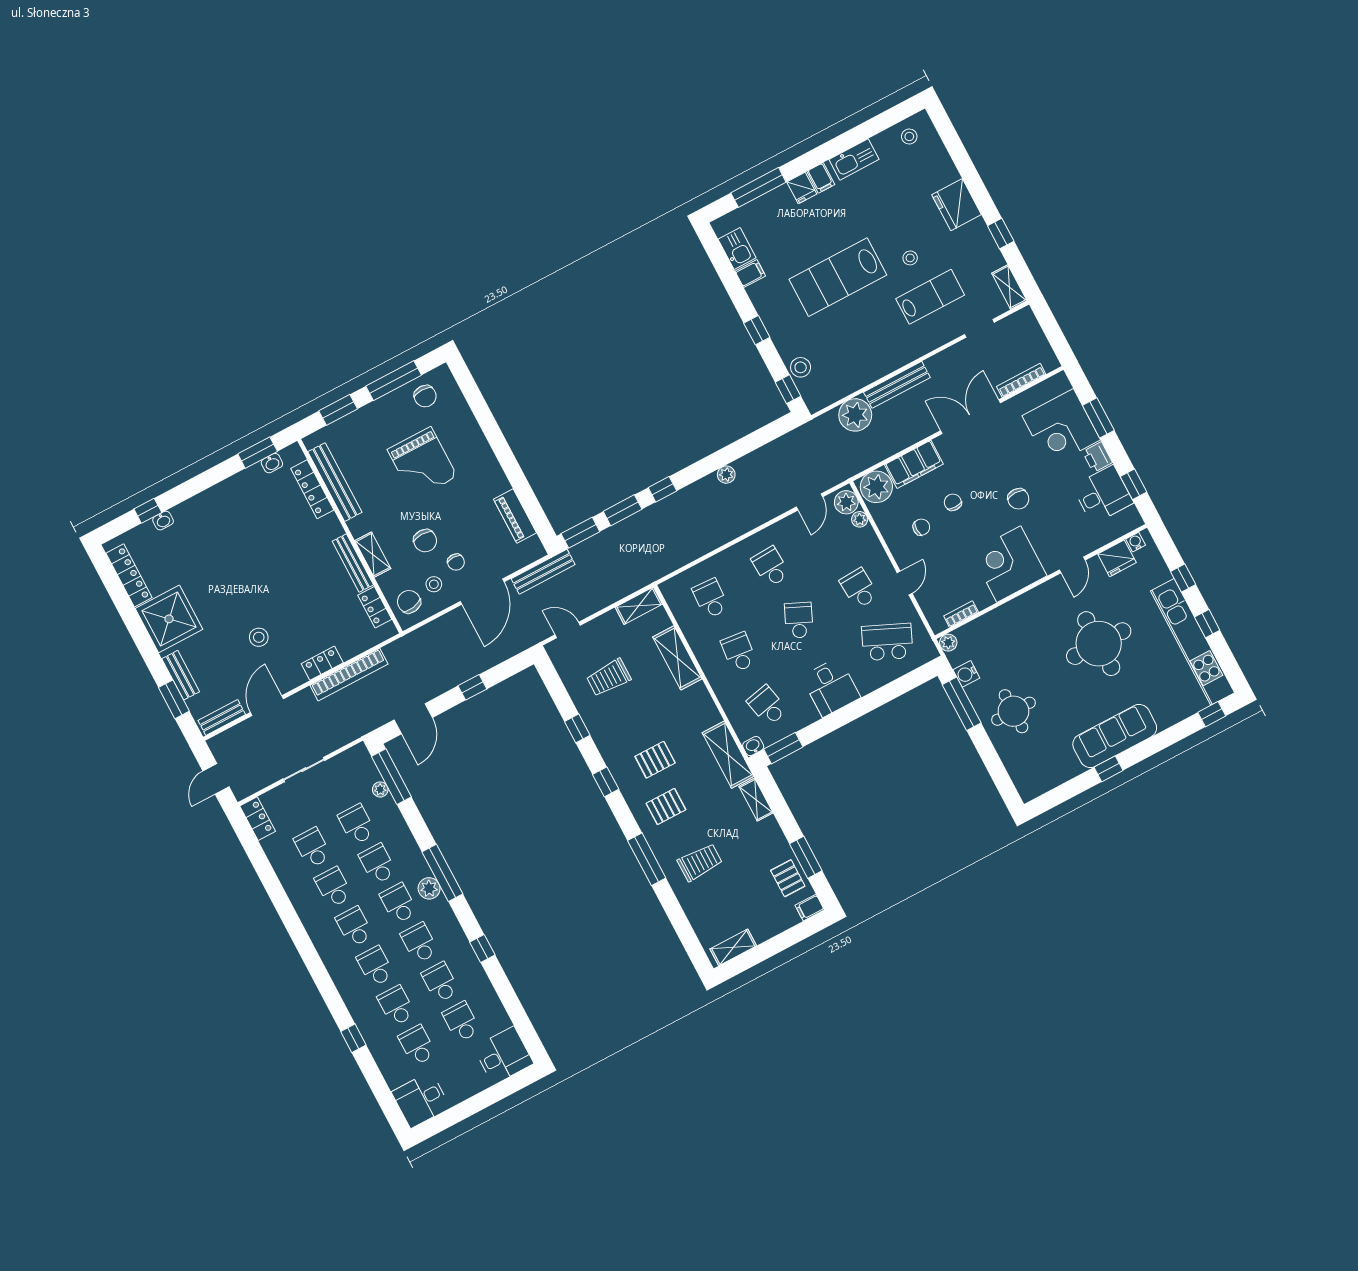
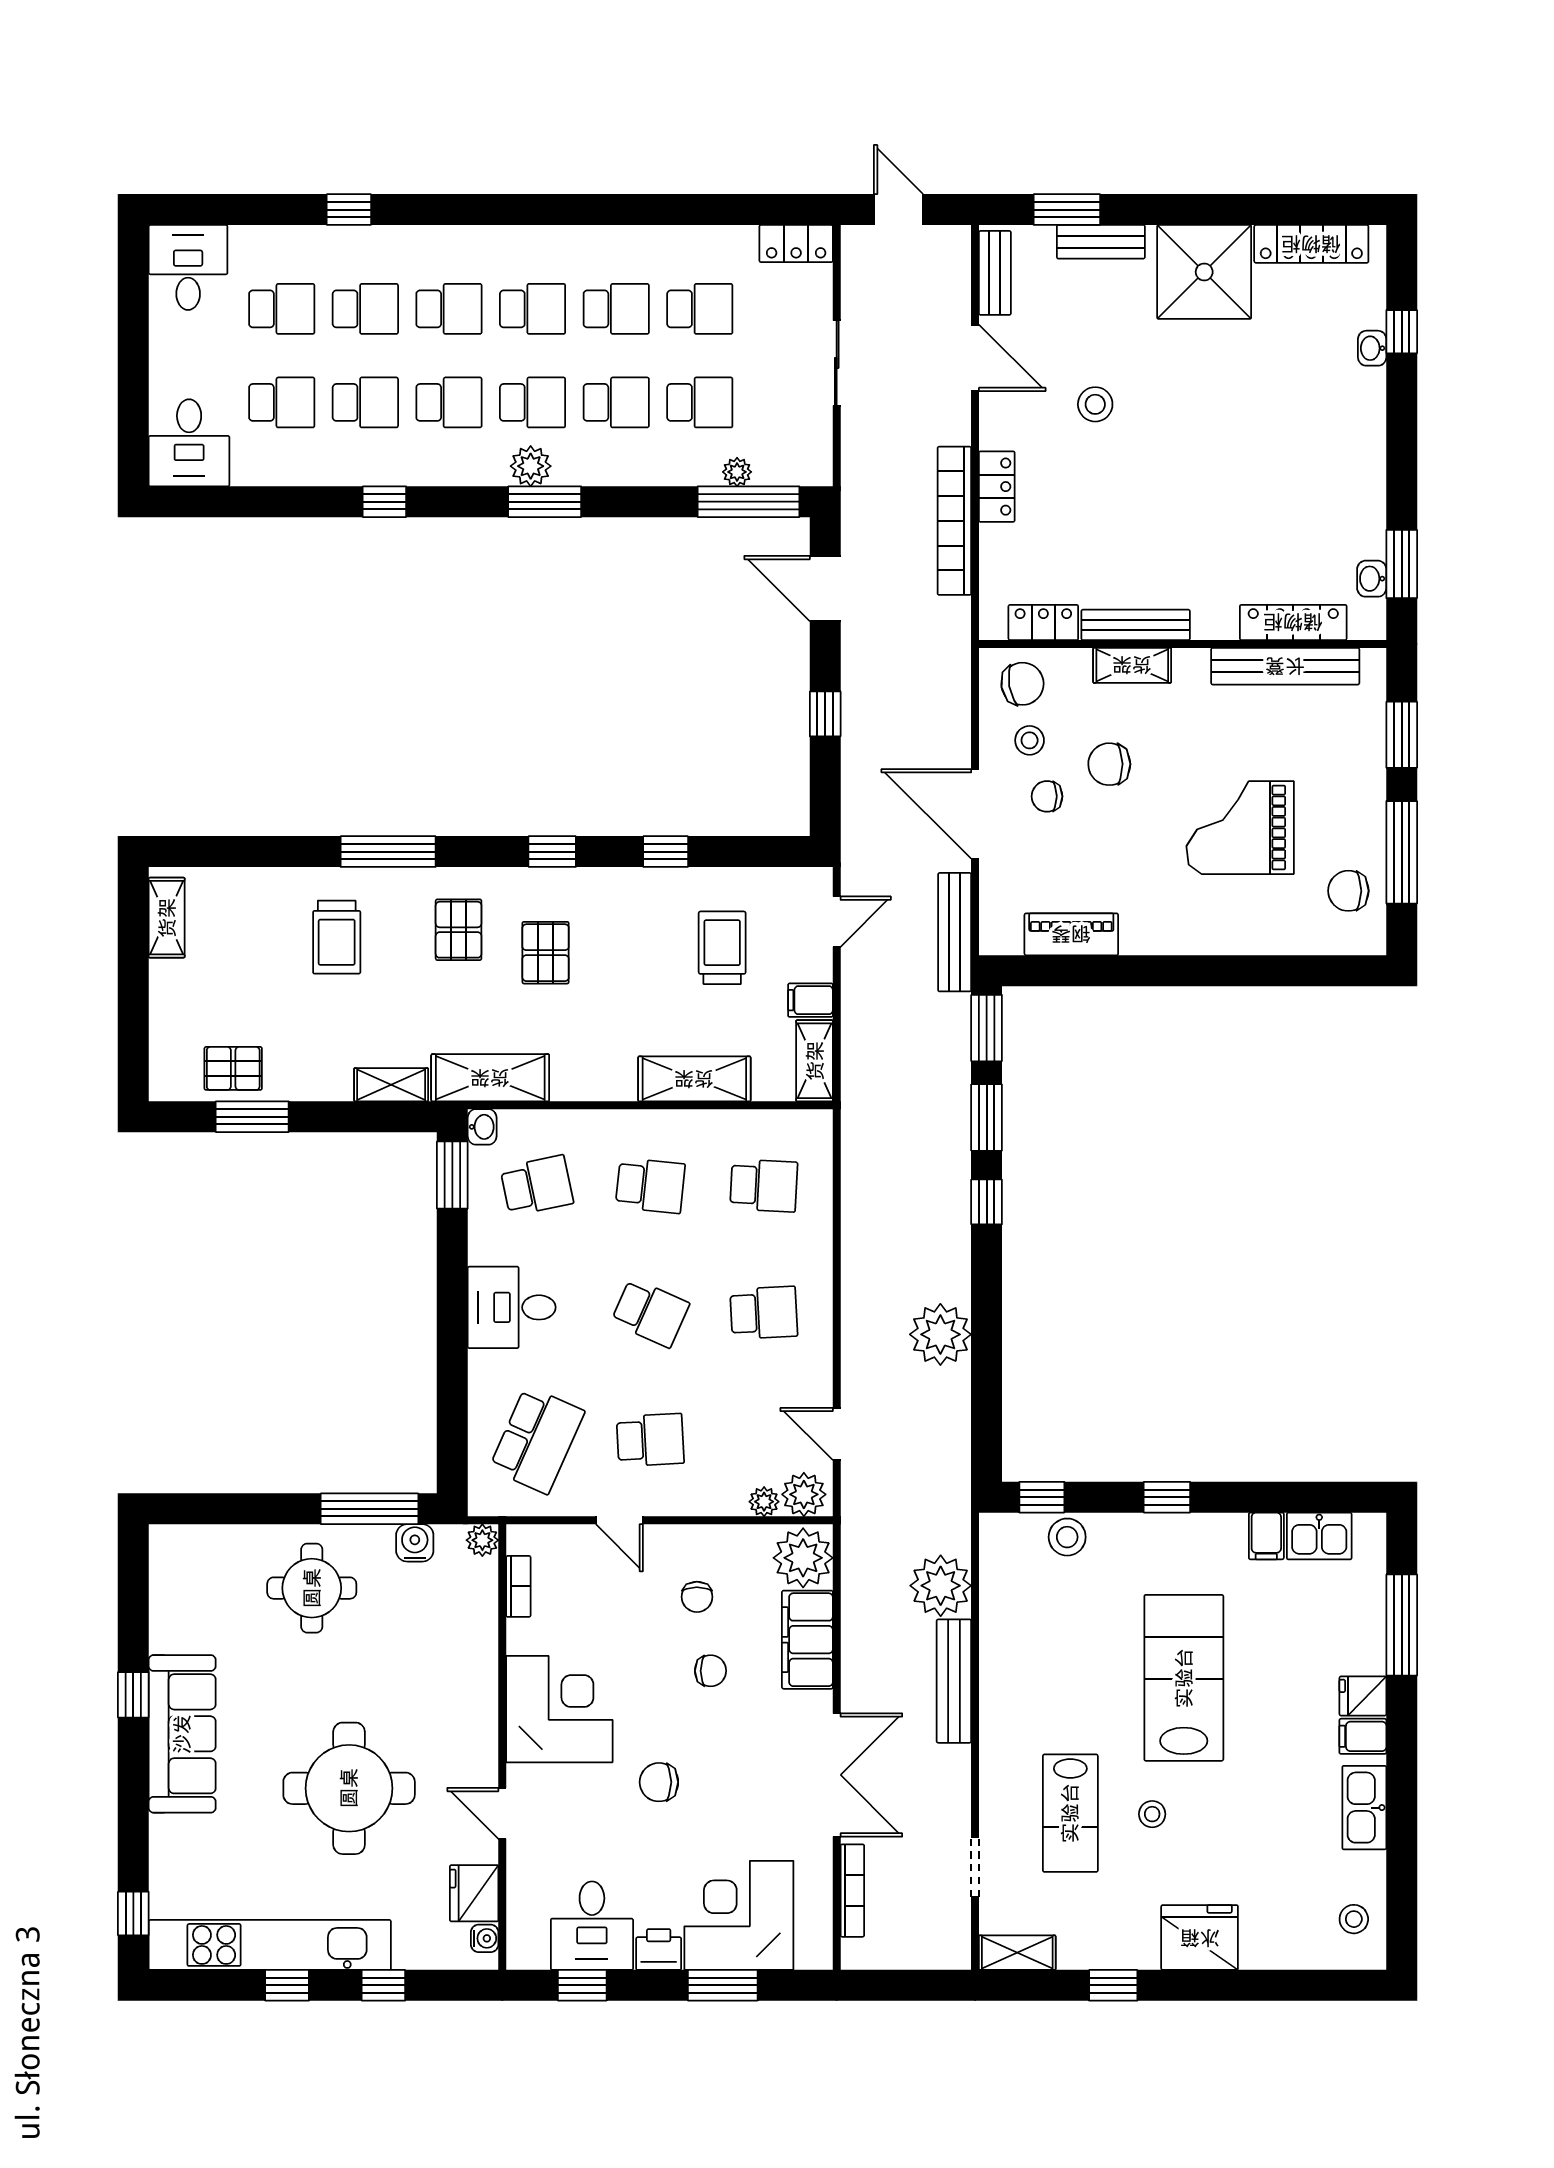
plant: (726, 475) -> (940, 1334), width x1.88, depth x1.88
window: (442, 873) -> (545, 502), width x0.69
filing cabinet: (810, 908) -> (810, 1000), moved, turned -90

